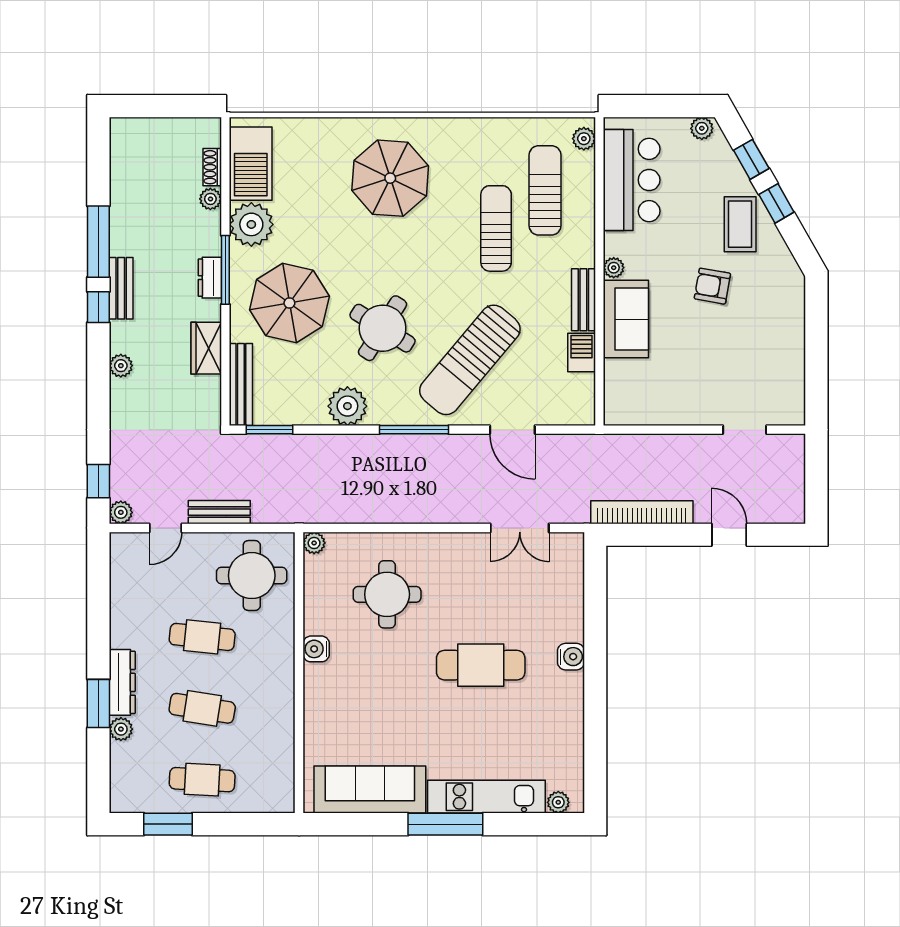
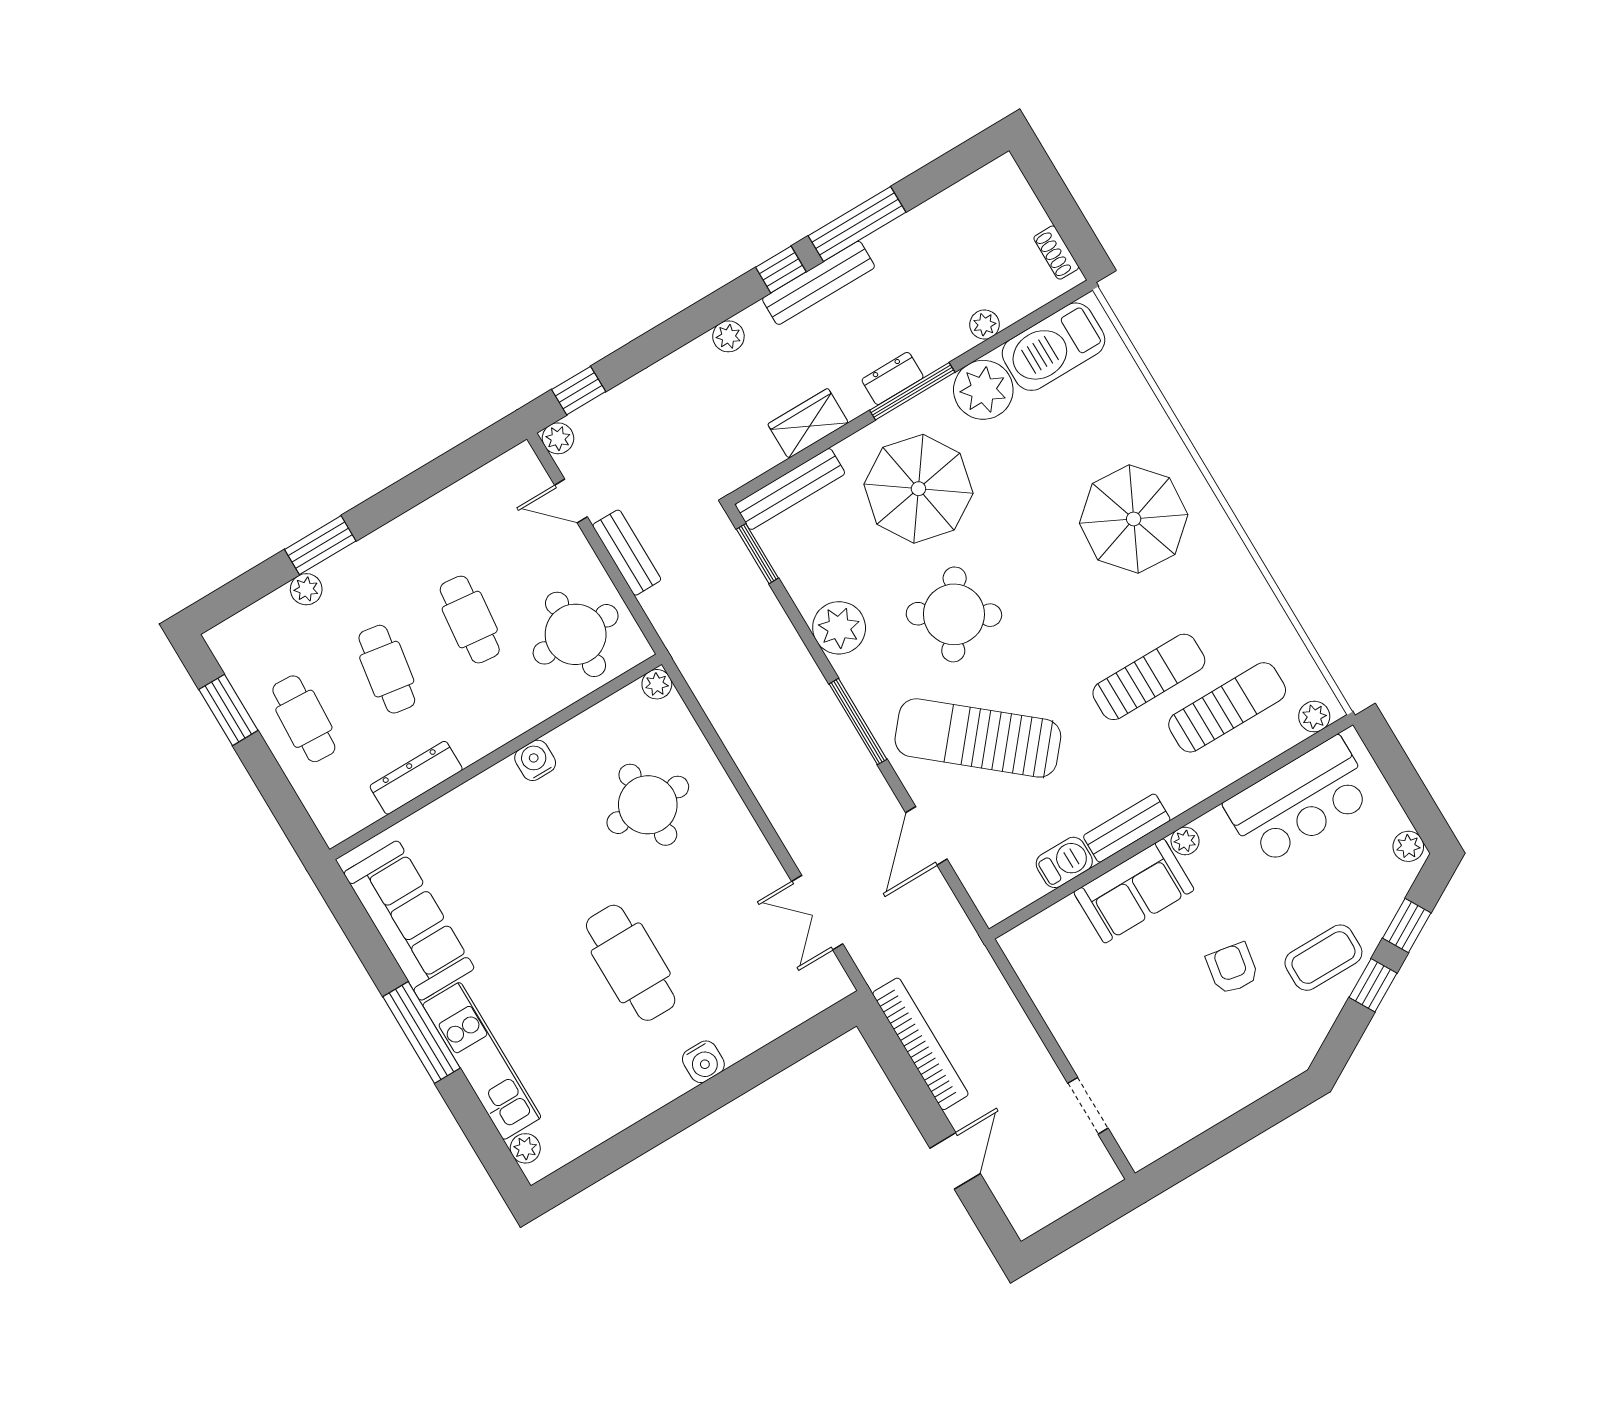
shoe rack: (212, 167) -> (1056, 253), moved, turned -90
bench: (121, 288) -> (818, 283), width x1.36
dresser: (122, 682) -> (416, 778), moved, turned 180

